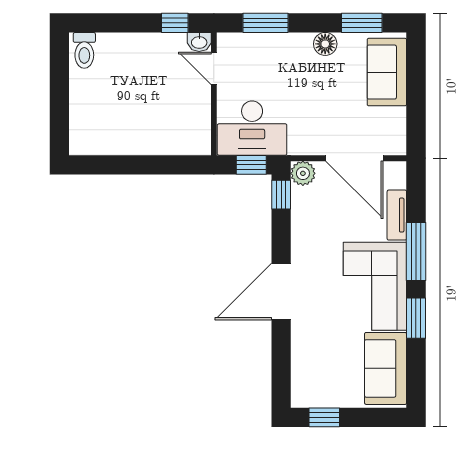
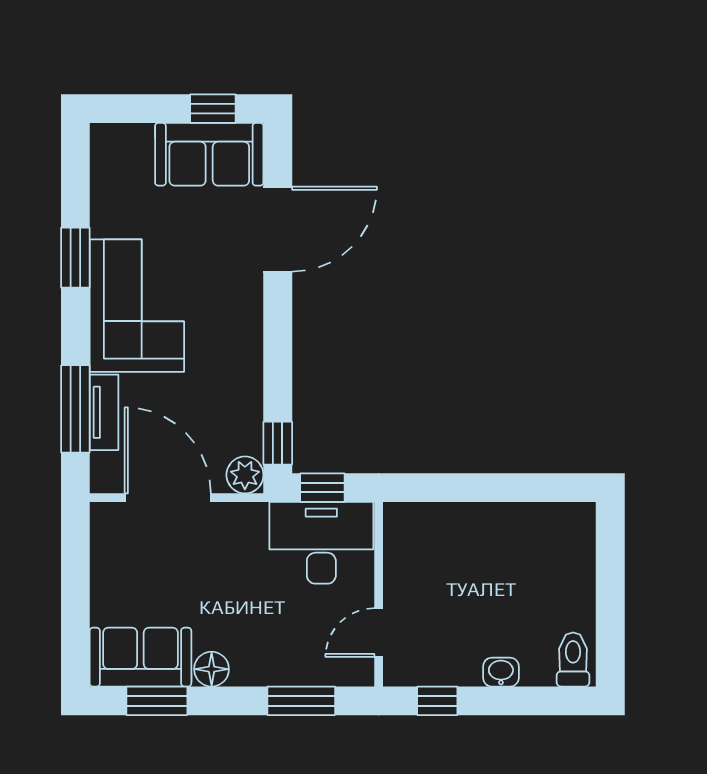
washbasin: (199, 42) -> (501, 672), moved
door: (214, 68) -> (379, 633), swing flipped
sofa: (387, 72) -> (140, 657), moved, turned -90
window: (416, 252) -> (75, 409), moved
door: (281, 292) -> (278, 229), moved
sofa: (386, 368) -> (209, 154), moved, turned 90

